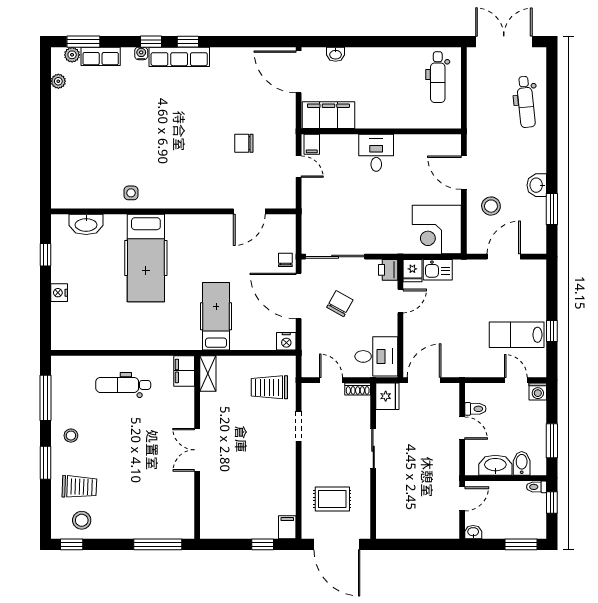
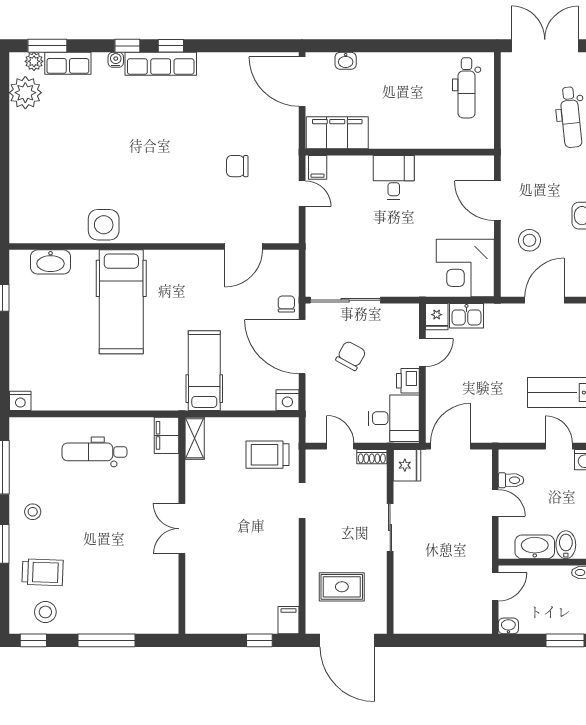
plant: (58, 81) -> (25, 93), width x1.88, depth x1.88
side table: (131, 193) -> (104, 225), width x1.87, depth x1.87
printer: (388, 270) -> (408, 381), moved
nightstand: (59, 293) -> (20, 401), moved, turned -90
window: (158, 544) -> (107, 640), moved

